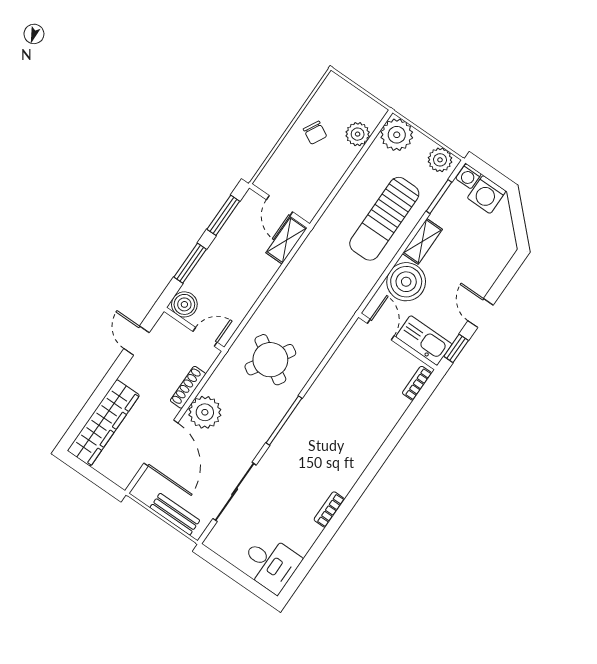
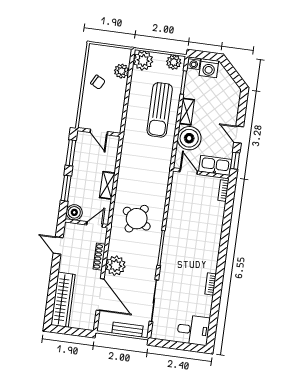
shelving: (286, 240) -> (107, 185), moved

